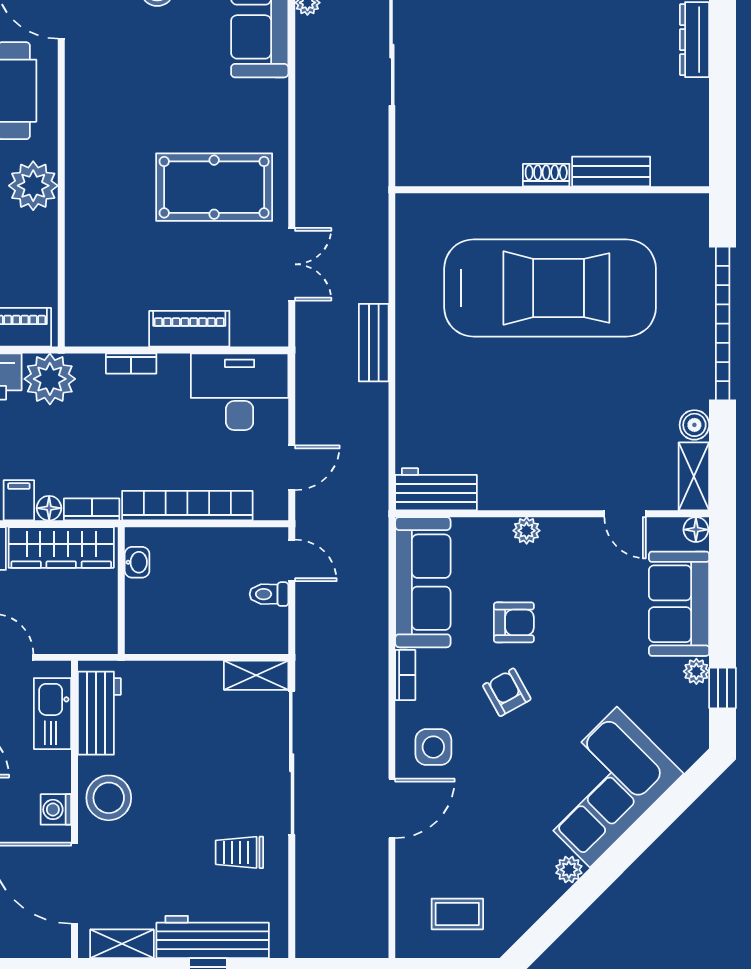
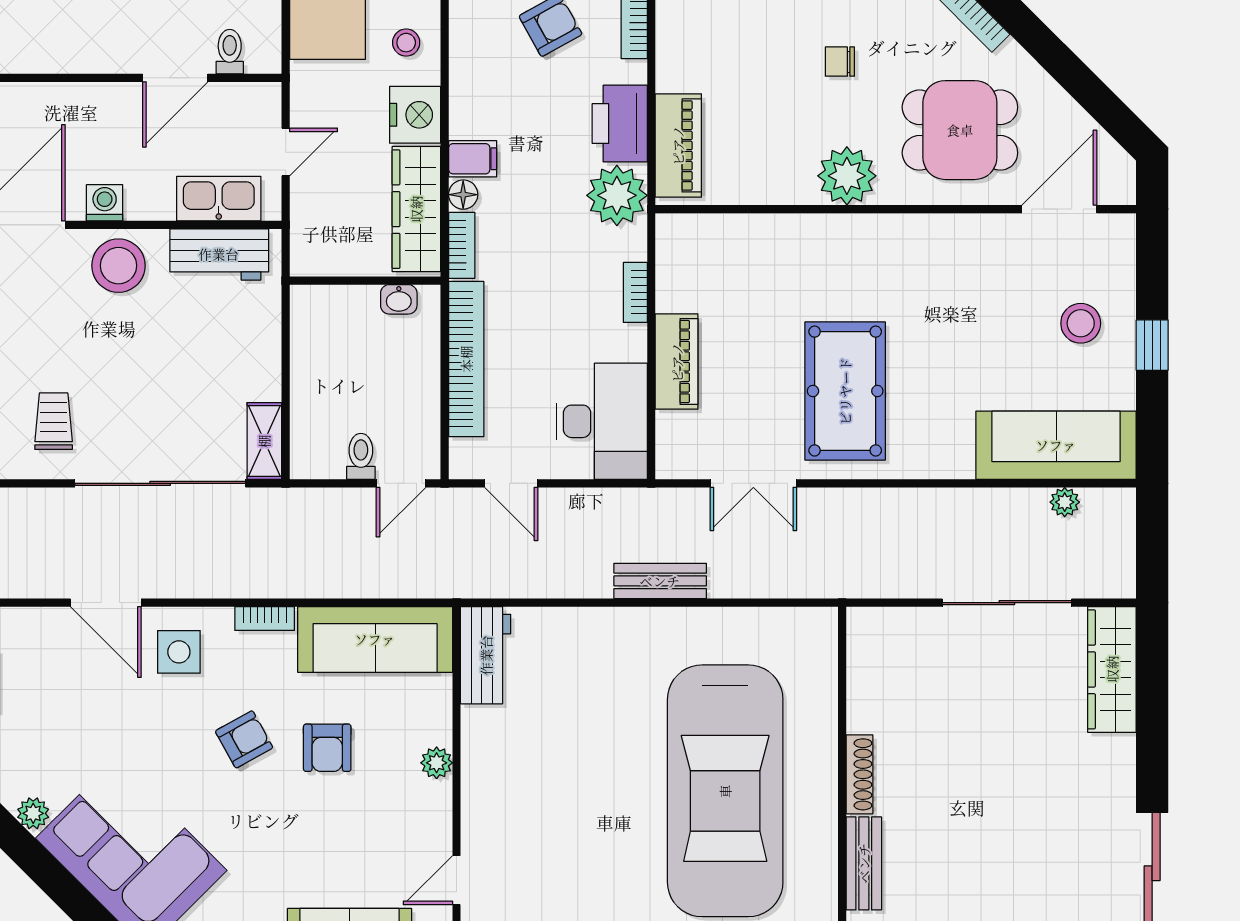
shoe rack: (546, 175) -> (859, 774), width x1.43

